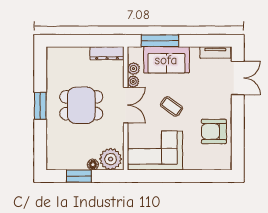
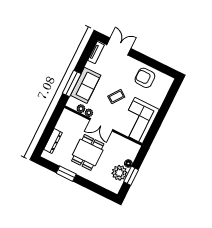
dresser: (107, 53) -> (53, 141), moved
double door: (126, 105) -> (101, 125), swing flipped
window: (40, 106) -> (66, 174), moved
armchair: (214, 131) -> (145, 78), turned 90
plant: (111, 159) -> (119, 173), moved

